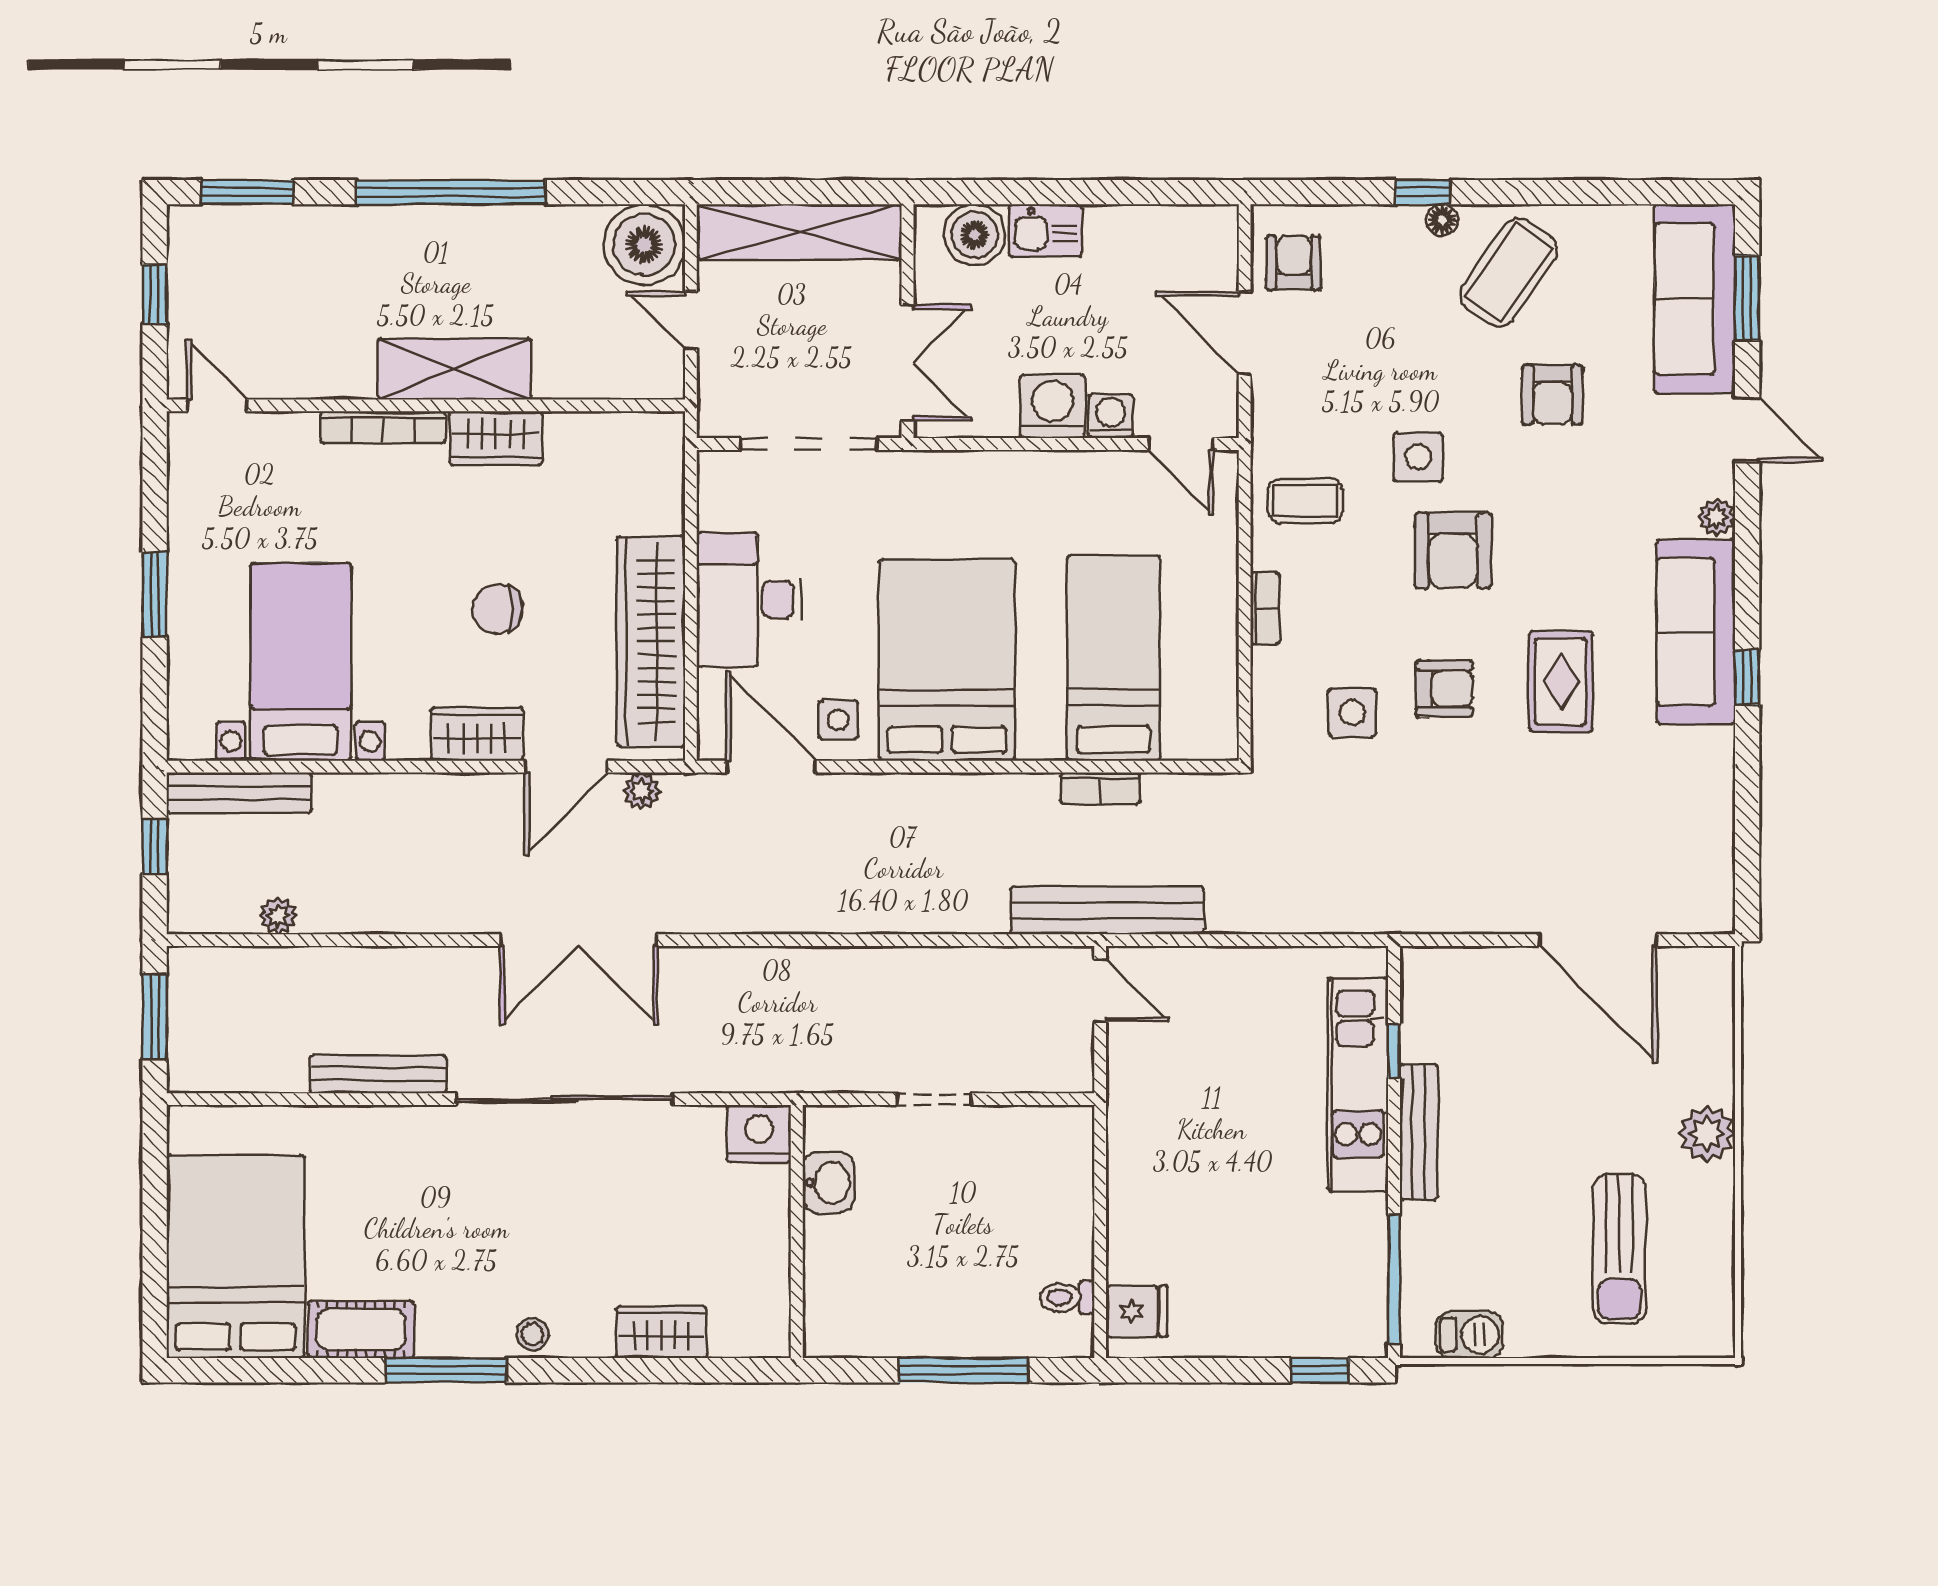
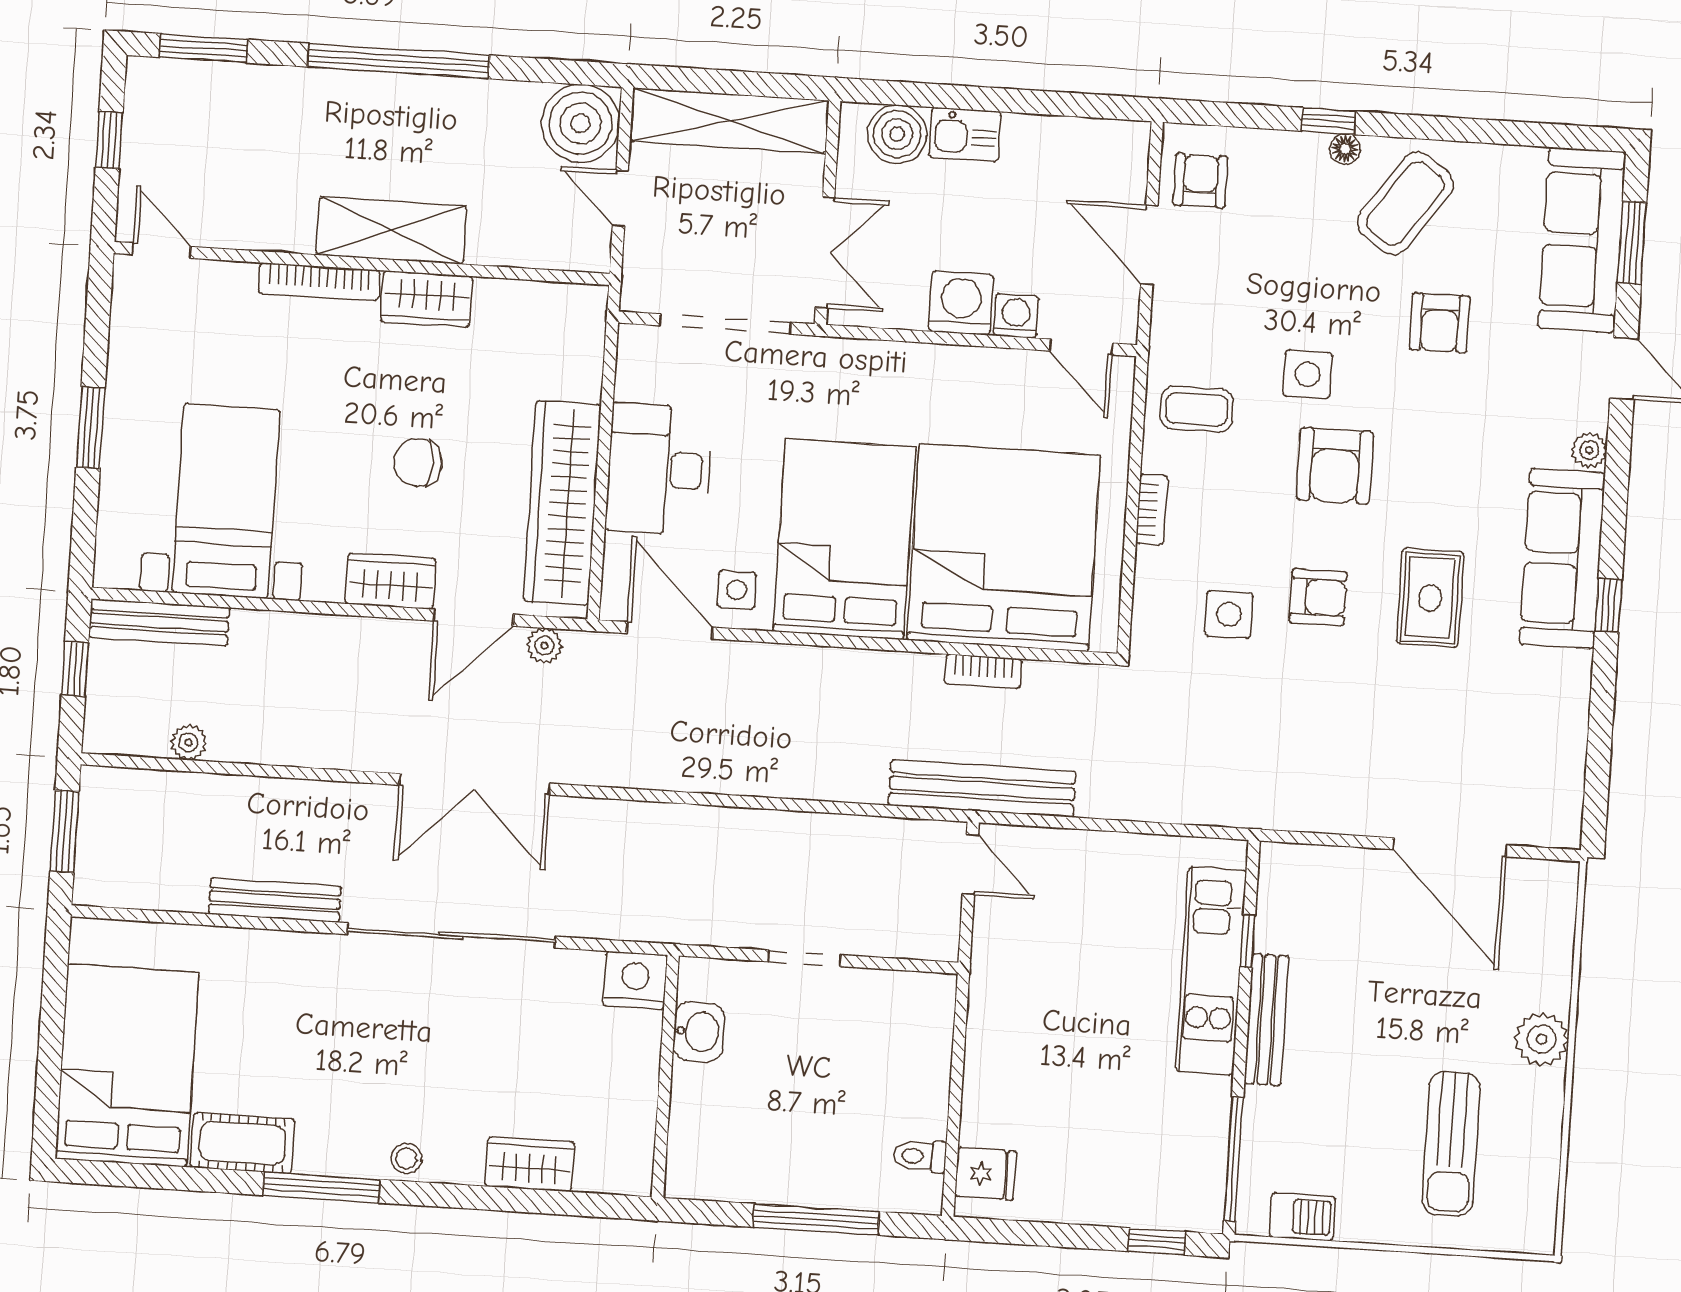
bed: (1114, 658) -> (1004, 548), width x2.04

